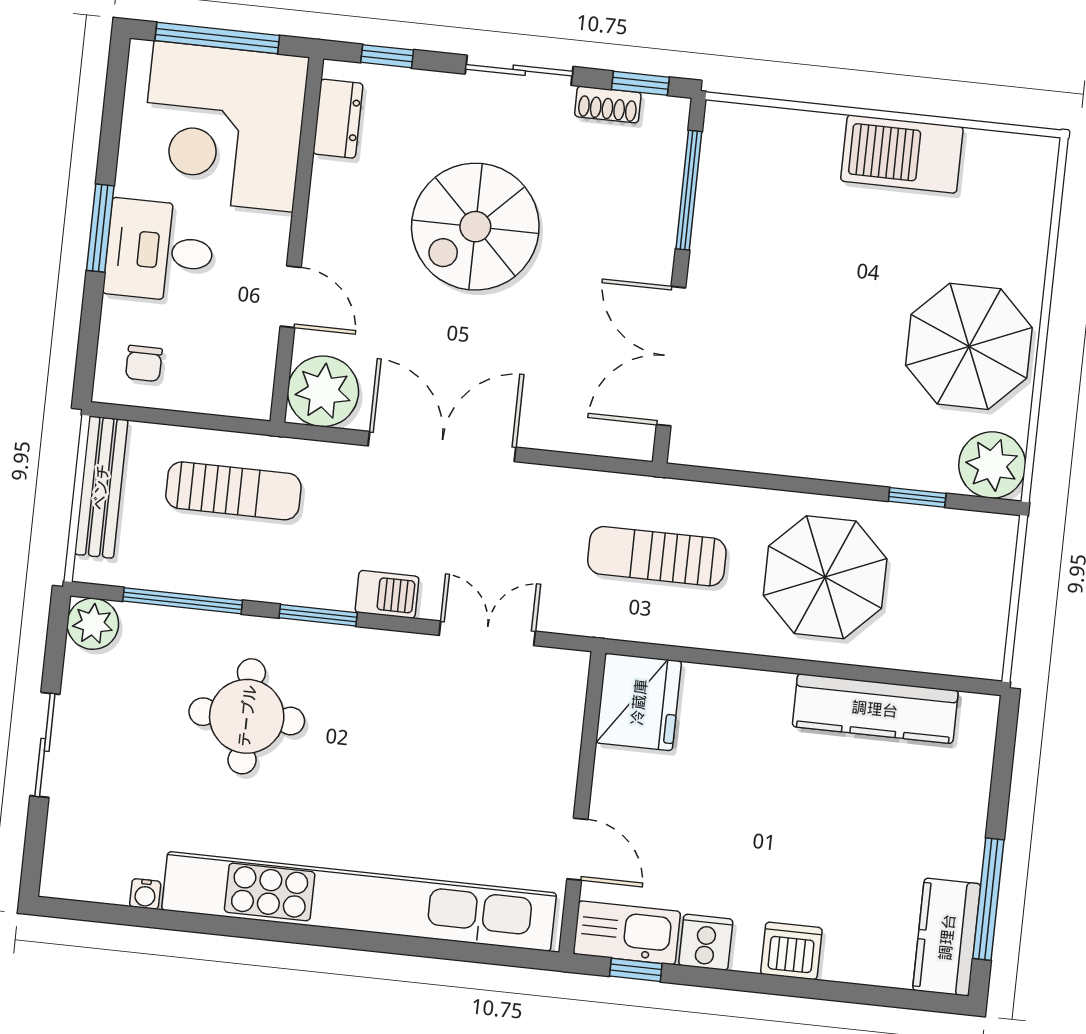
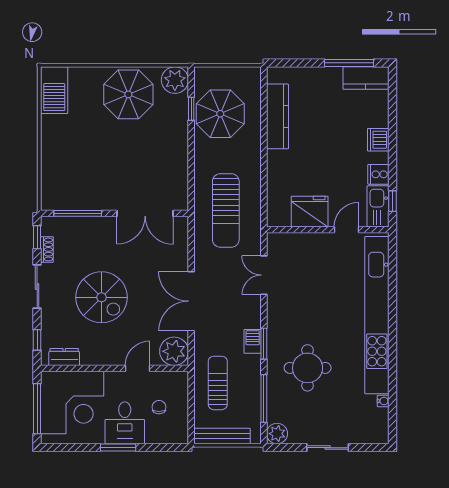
barbecue: (902, 154) -> (54, 90), moved
chair: (144, 363) -> (159, 407), moved, turned -90
sun lounger: (657, 556) -> (226, 210), width x1.36, depth x1.34
parasol: (825, 577) -> (220, 114), moved
barbecue: (387, 594) -> (253, 341), moved
fridge: (639, 702) -> (310, 212), moved

